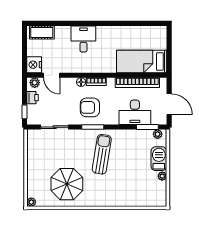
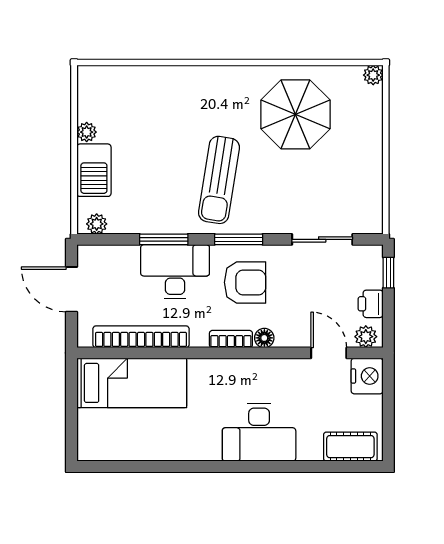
desk: (83, 39) -> (259, 432), width x1.37
desk: (135, 112) -> (175, 272), moved
window: (147, 127) -> (164, 239), moved

